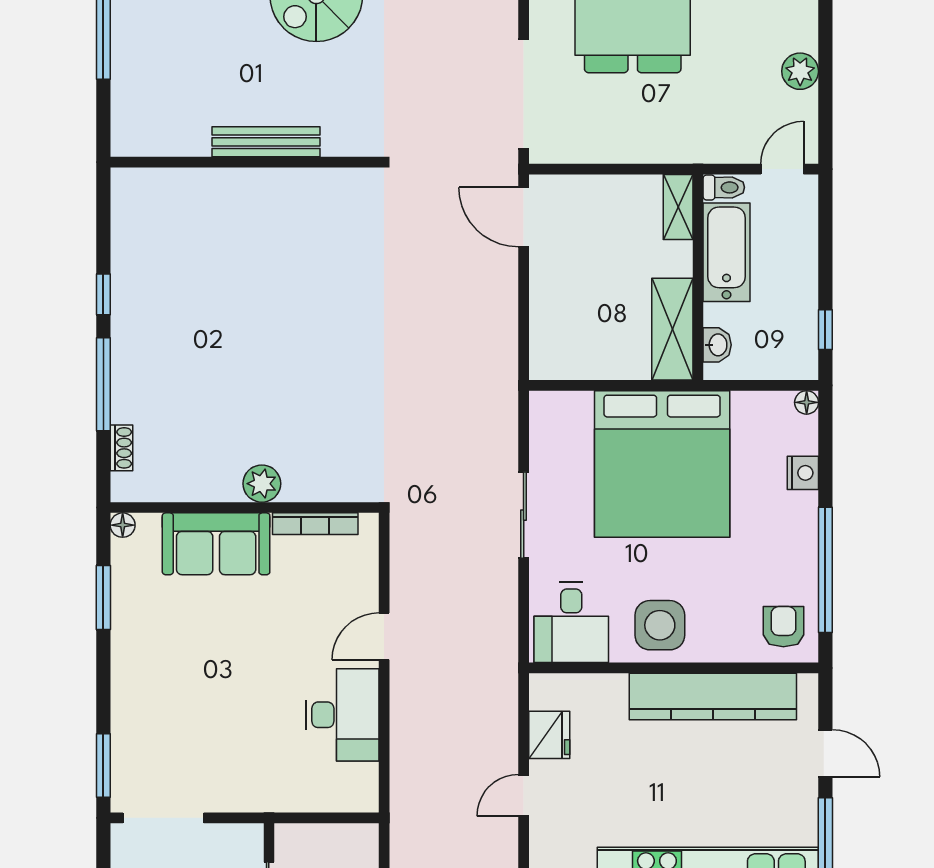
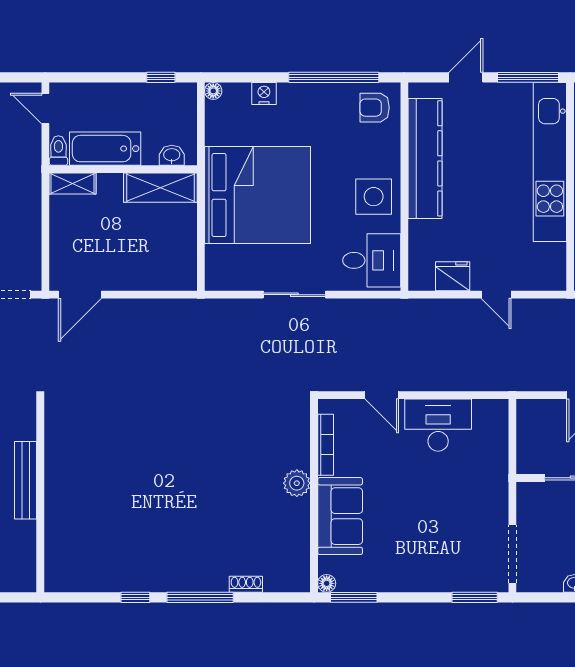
plant: (262, 484) -> (297, 483), moved
wall: (245, 508) -> (314, 496), moved
bookcase: (315, 524) -> (326, 445), moved
floor lamp: (123, 525) -> (327, 583), moved
sofa: (216, 544) -> (340, 516), moved

